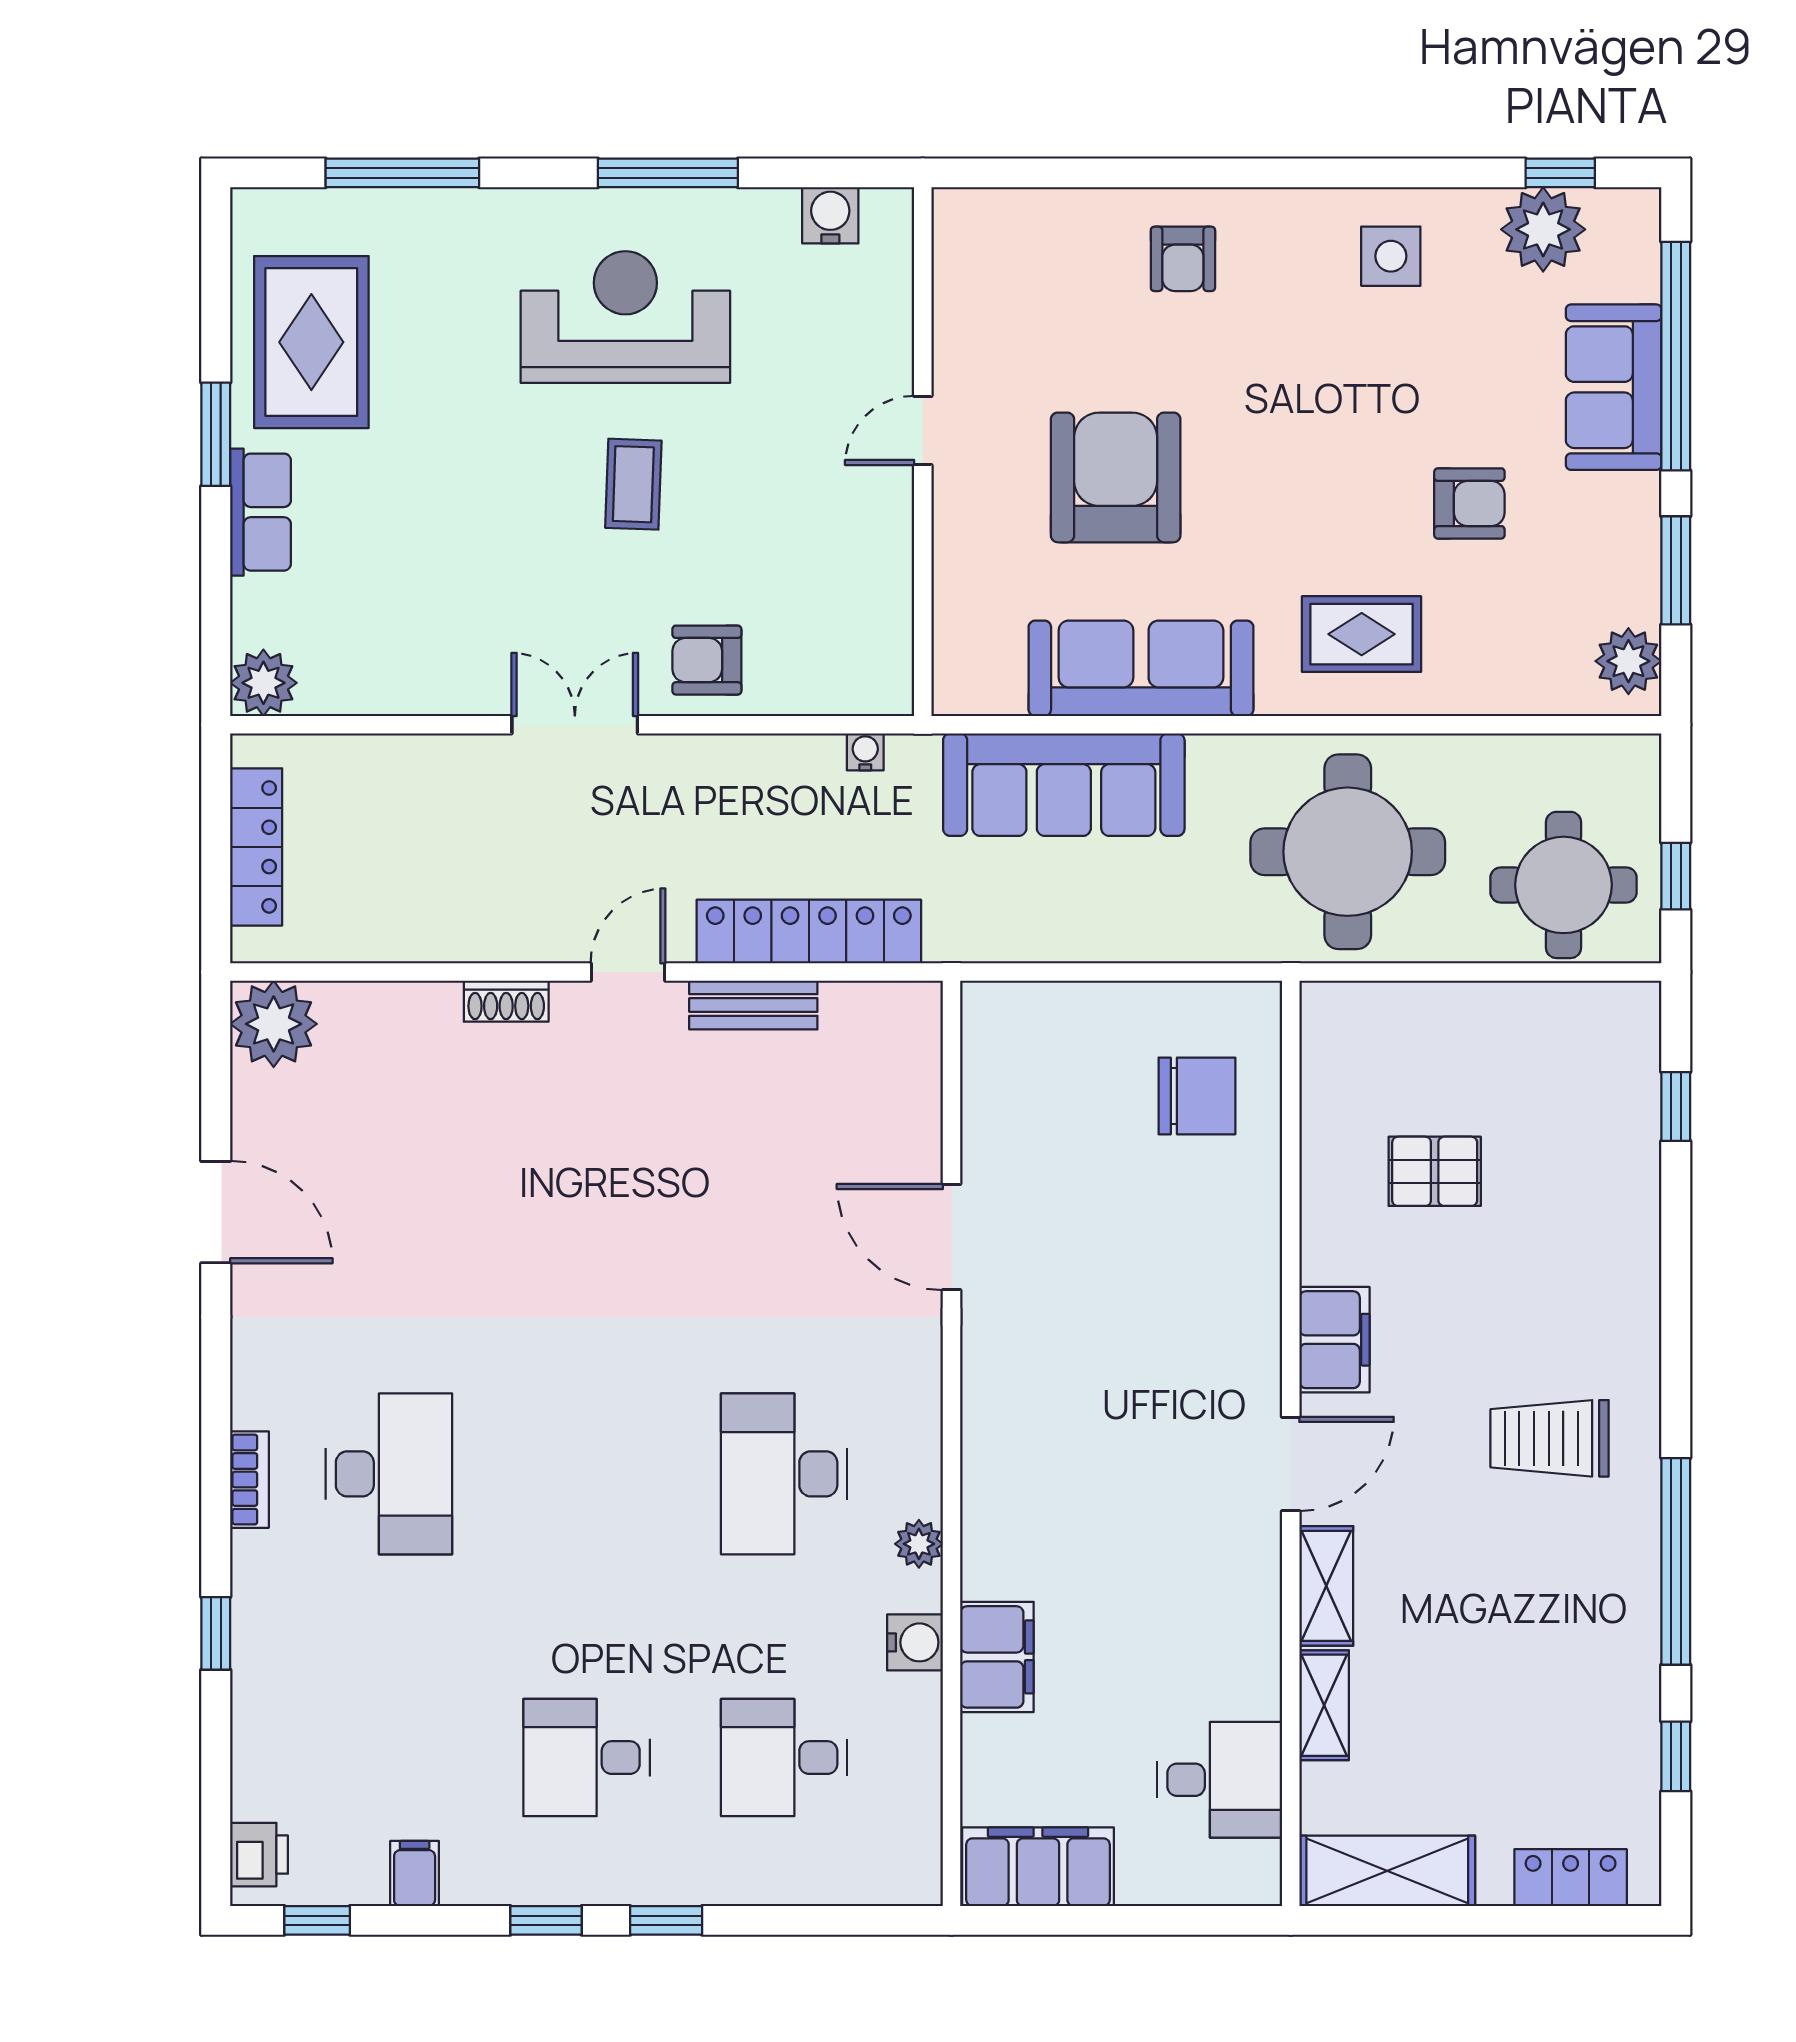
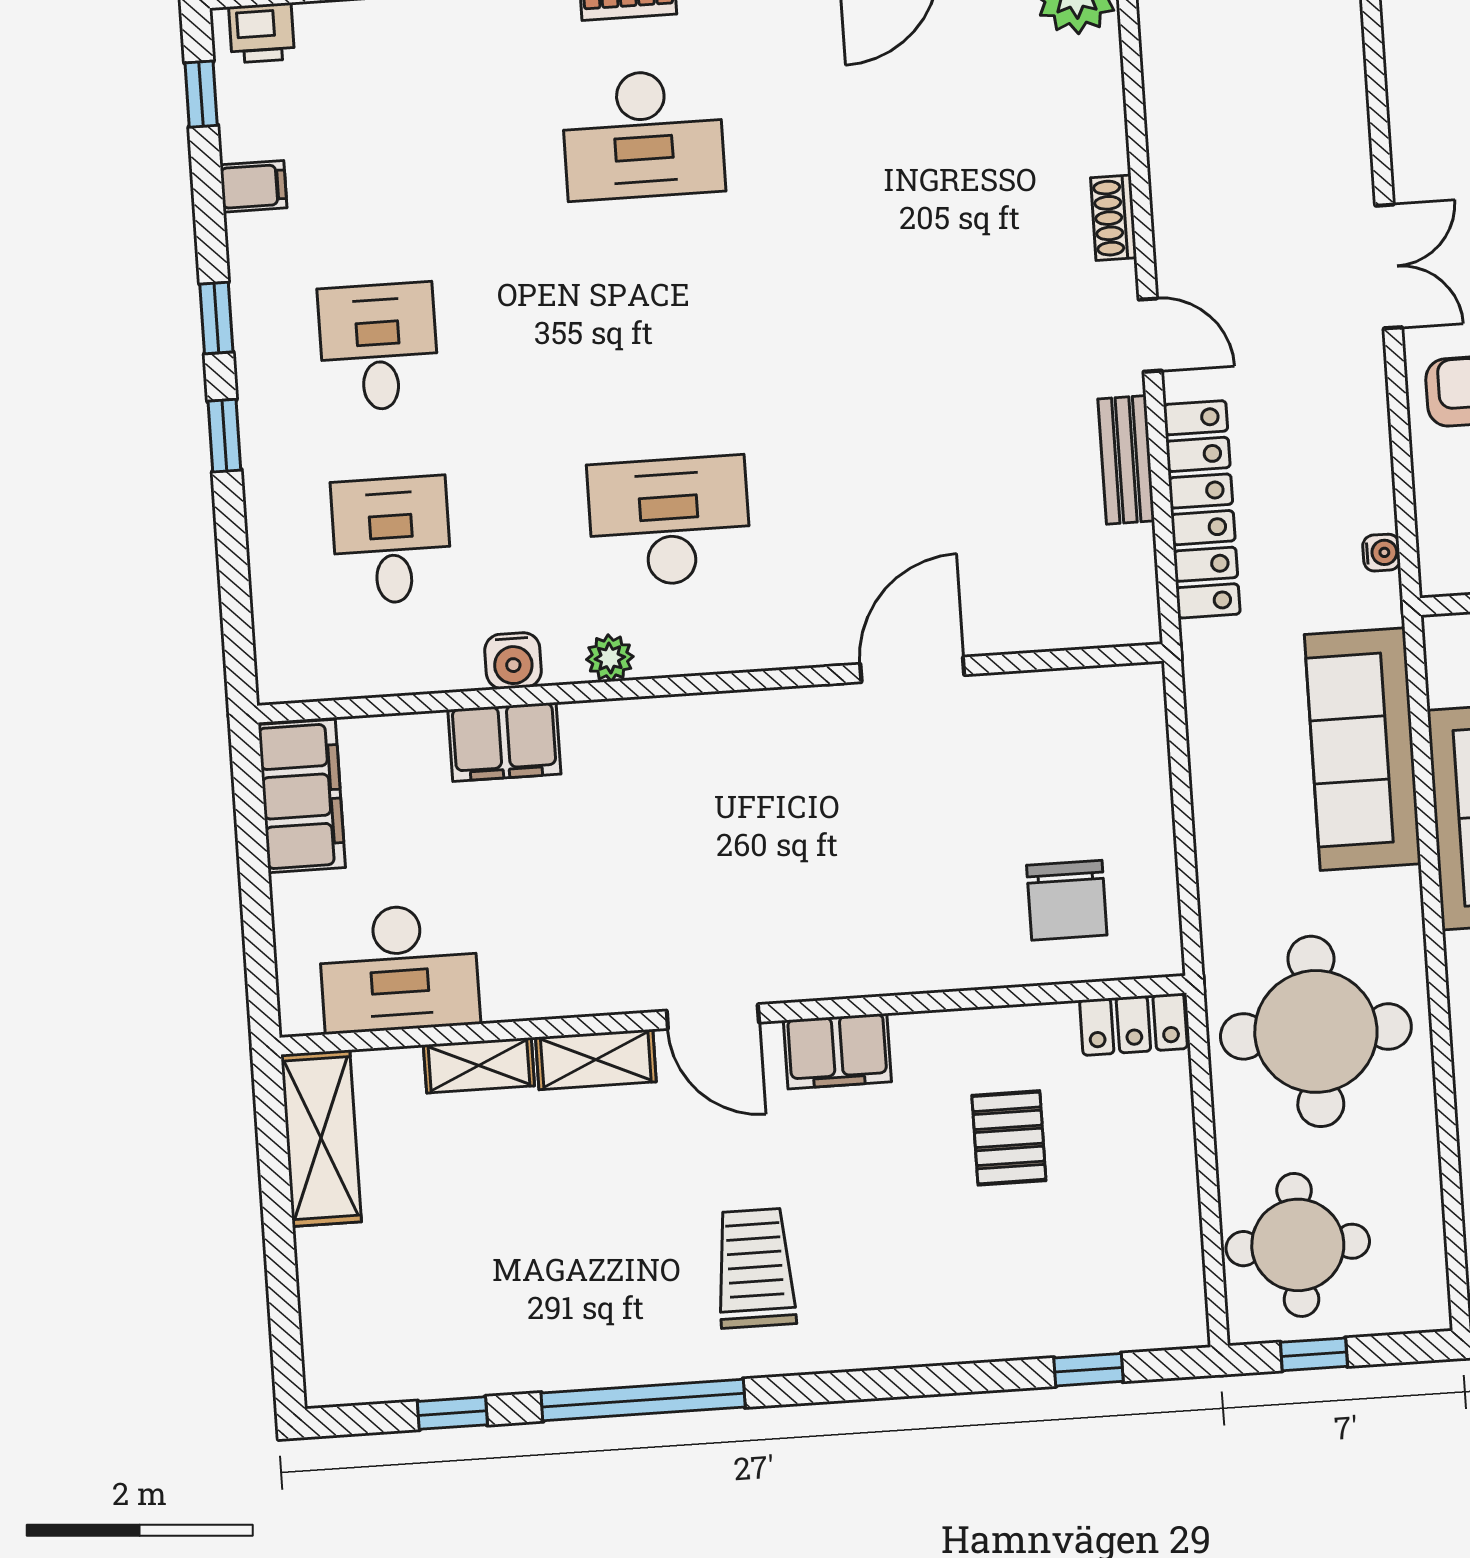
desk: (1220, 1780) -> (399, 968), width x1.37
locker: (1571, 1878) -> (1133, 1024), moved, turned 90

